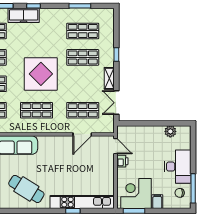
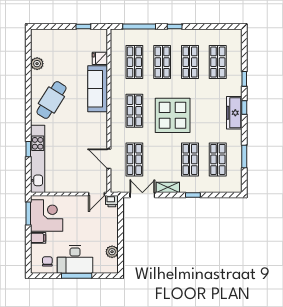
freezer: (24, 15) -> (234, 113), moved
printer: (122, 161) -> (112, 201), moved
window: (193, 188) -> (77, 276), moved

